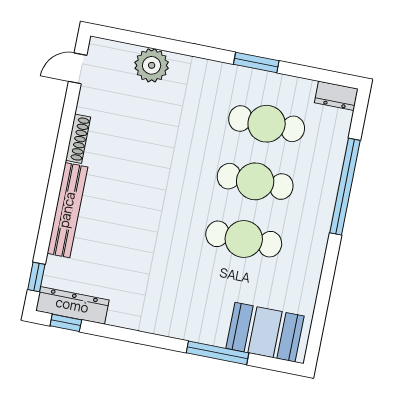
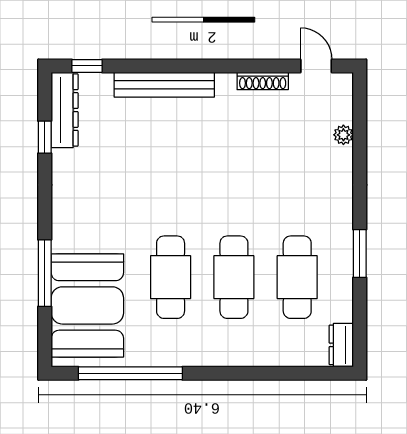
plant: (152, 65) -> (343, 135), width x0.53, depth x0.53
shoe rack: (78, 139) -> (263, 81), moved
window: (345, 187) -> (130, 373), moved
window: (66, 323) -> (45, 137), moved
booth: (265, 332) -> (87, 305), width x1.36, depth x1.42

